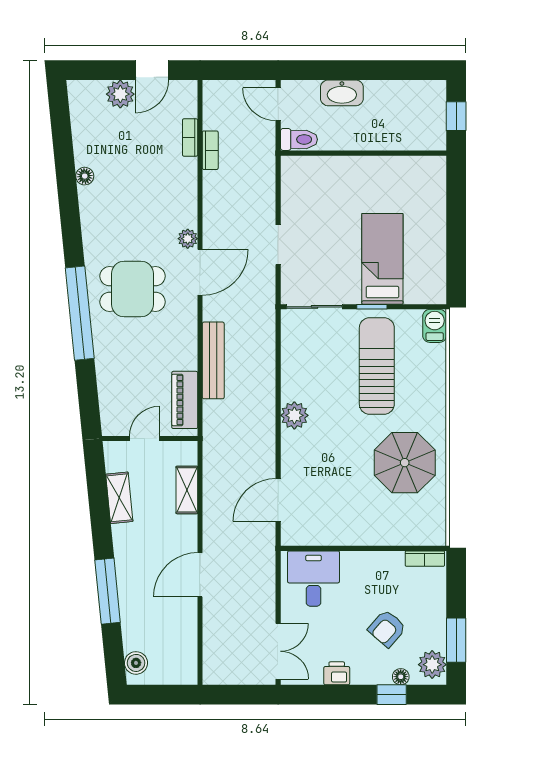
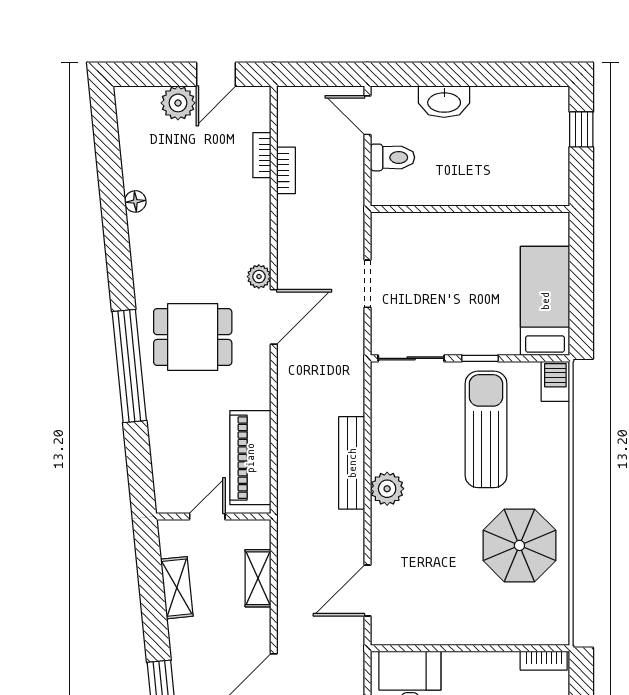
wall: (363, 153) -> (470, 209), moved
bed: (382, 259) -> (545, 301), moved
bench: (213, 360) -> (352, 463), moved
piano: (185, 400) -> (250, 458), width x1.37, depth x1.33

